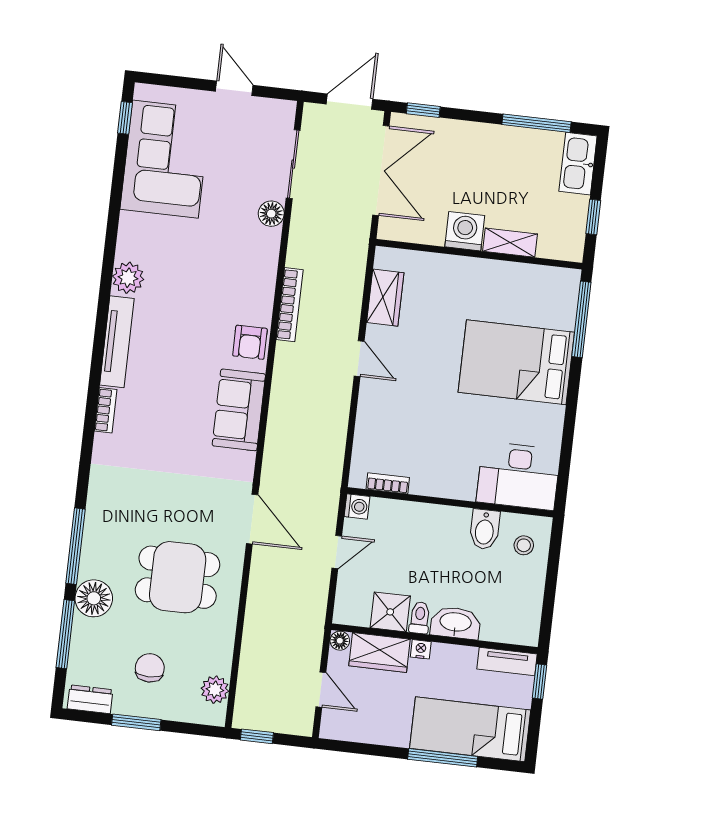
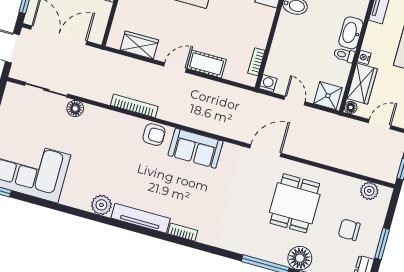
cot: (372, 407) -> (207, 64), added
shower: (390, 612) -> (328, 96), moved

